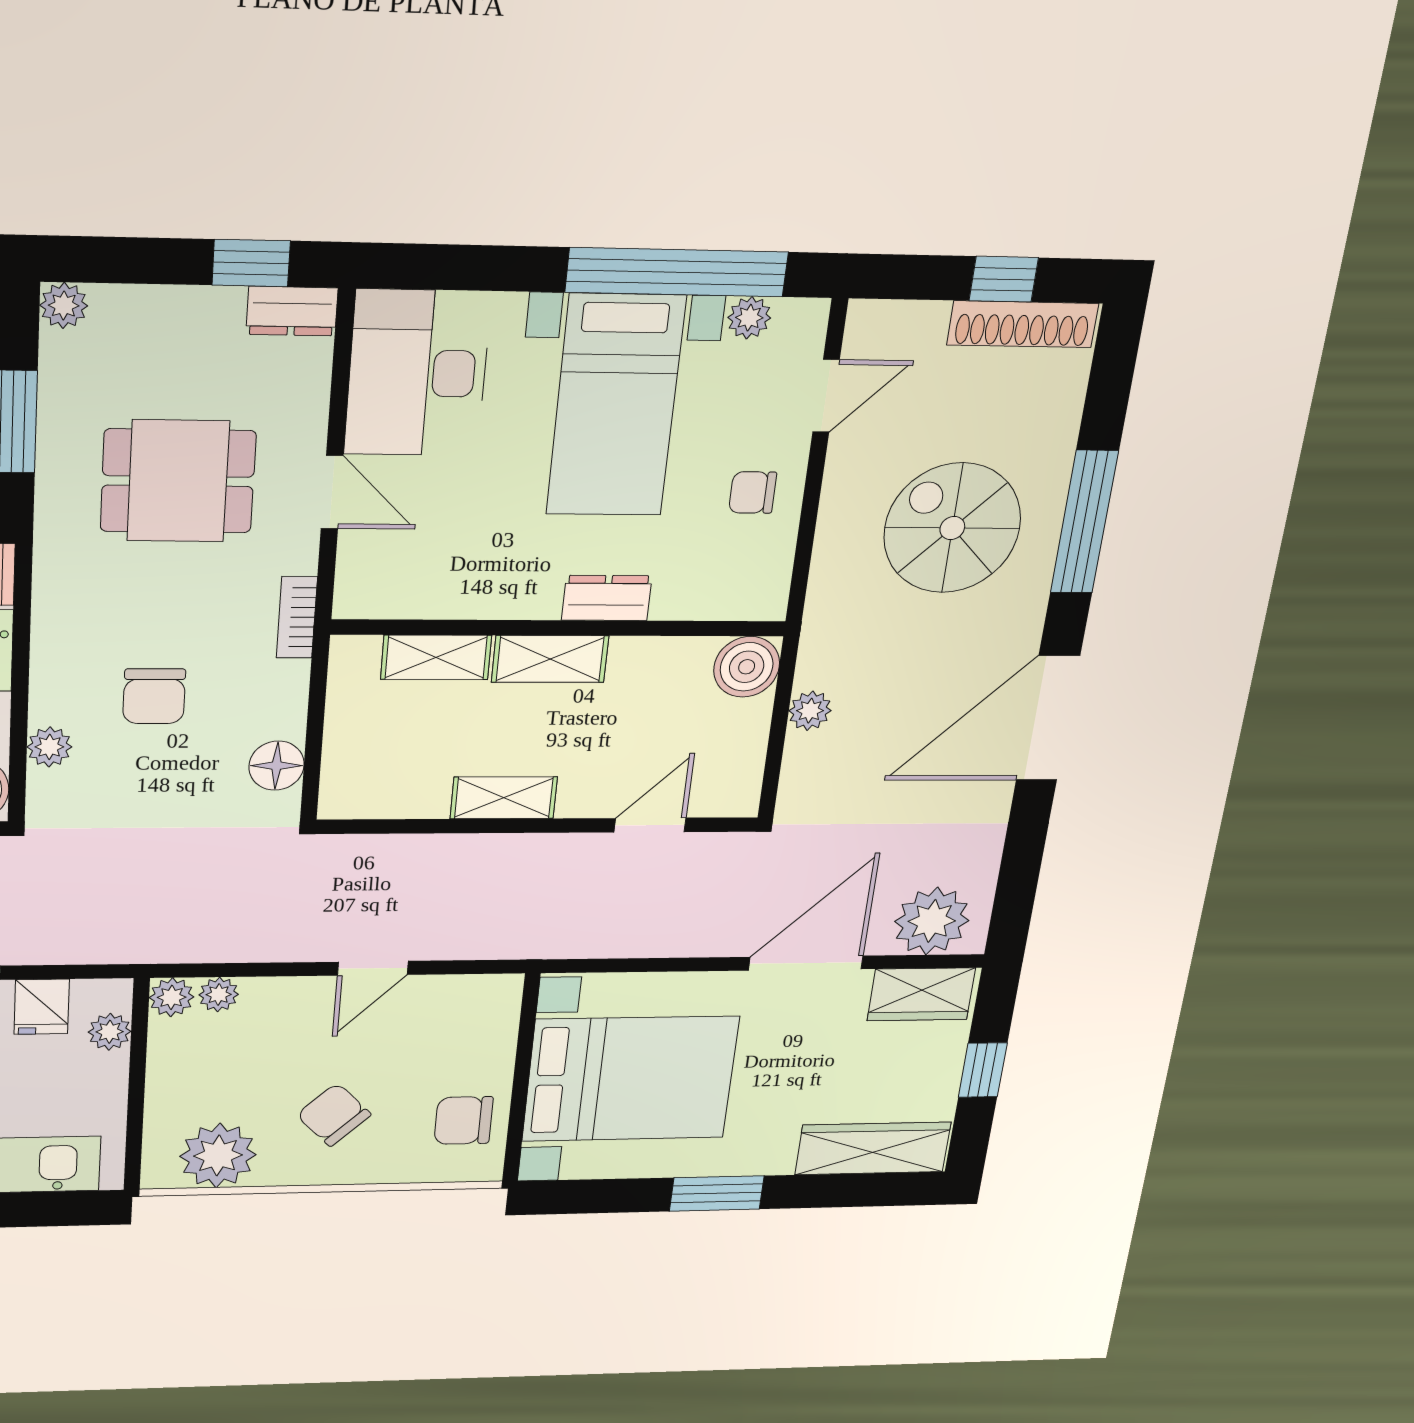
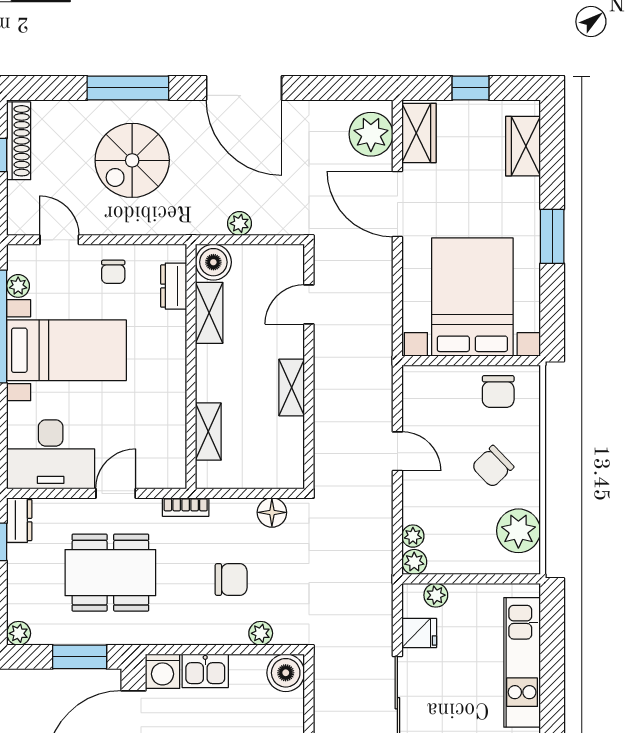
dining table: (178, 481) -> (110, 573), width x1.38
dresser: (607, 598) -> (174, 286), moved
shelving: (550, 659) -> (209, 313), moved
door: (650, 825) -> (309, 304), hinge flipped
wardrobe: (873, 1148) -> (523, 146), width x0.67

